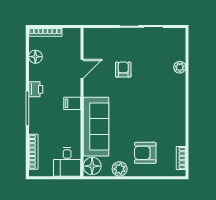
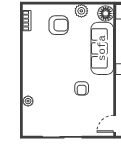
door: (82, 69) -> (115, 124), moved
armchair: (123, 70) -> (82, 88), moved

